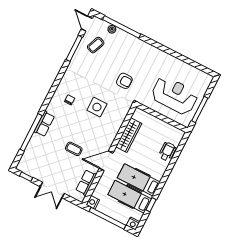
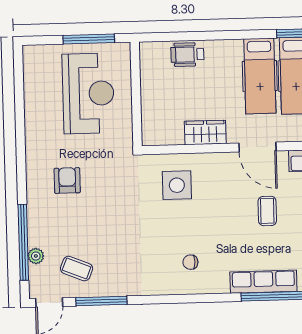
armchair: (124, 81) -> (67, 180), moved
reception desk: (174, 95) -> (88, 93), turned 180
side table: (97, 107) -> (177, 185), moved
row of seats: (44, 124) -> (263, 282), width x1.48
wardrobe: (129, 135) -> (205, 132), width x0.67

